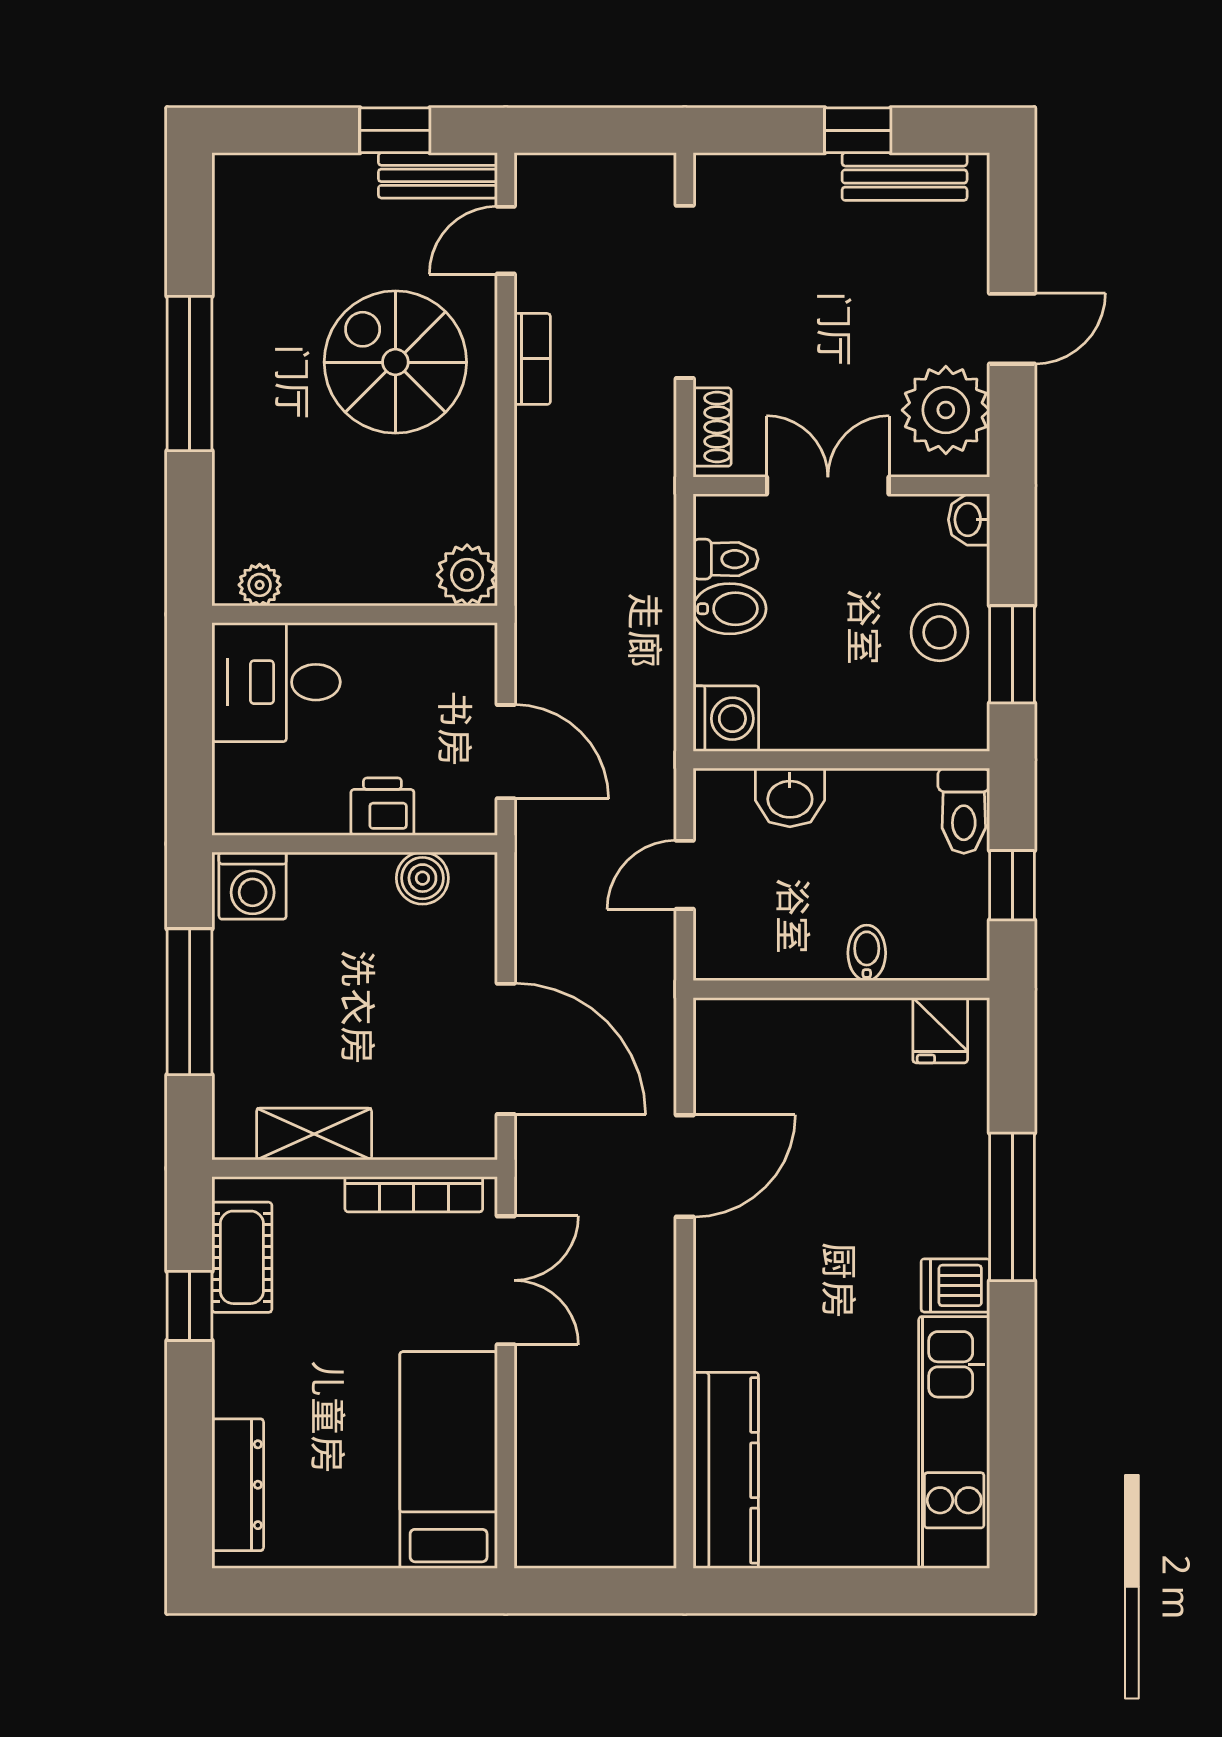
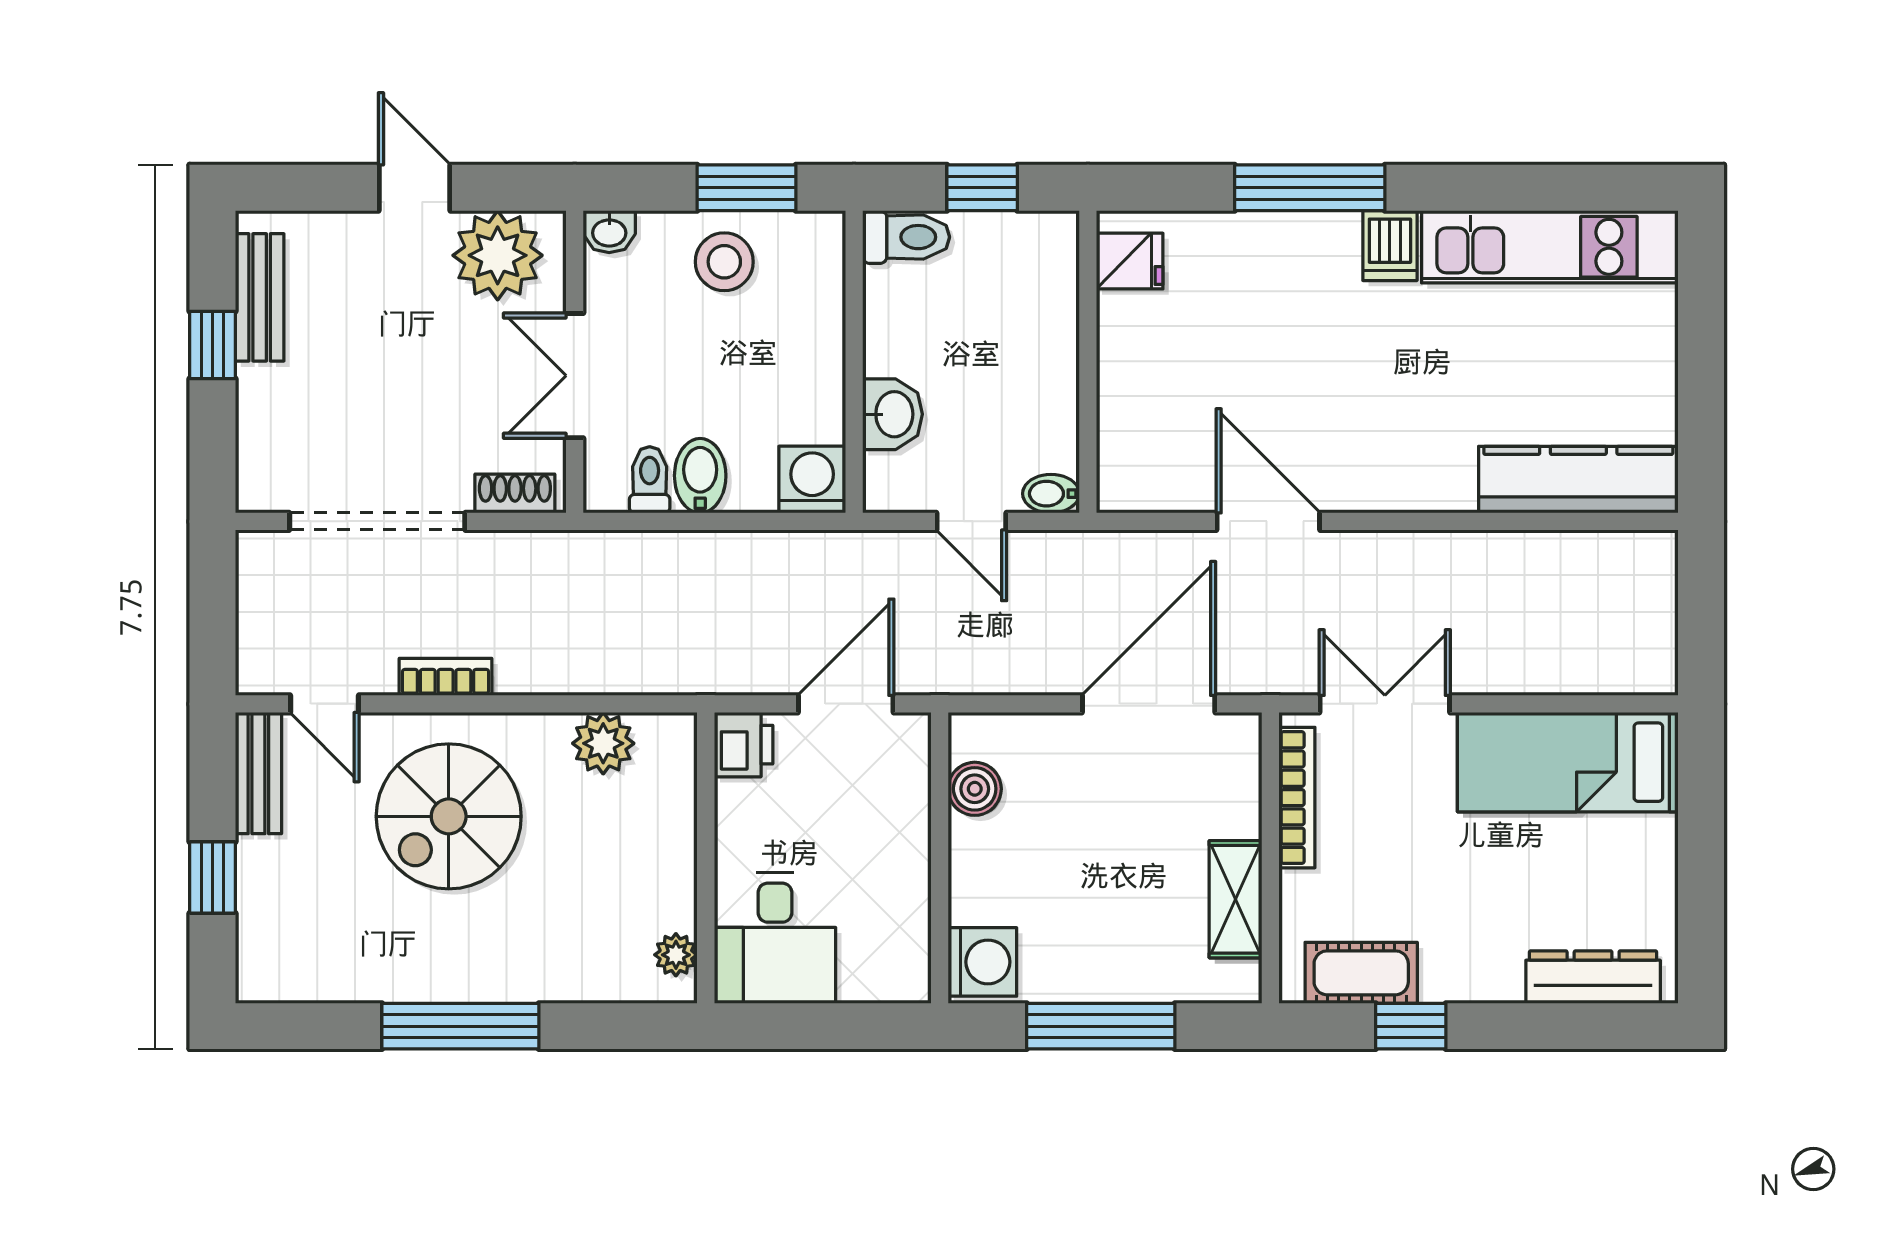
window: (395, 130) -> (212, 877), moved
plant: (467, 575) -> (603, 743), moved
printer: (382, 807) -> (744, 745), moved, turned 180
bidet: (867, 953) -> (1051, 494), moved

